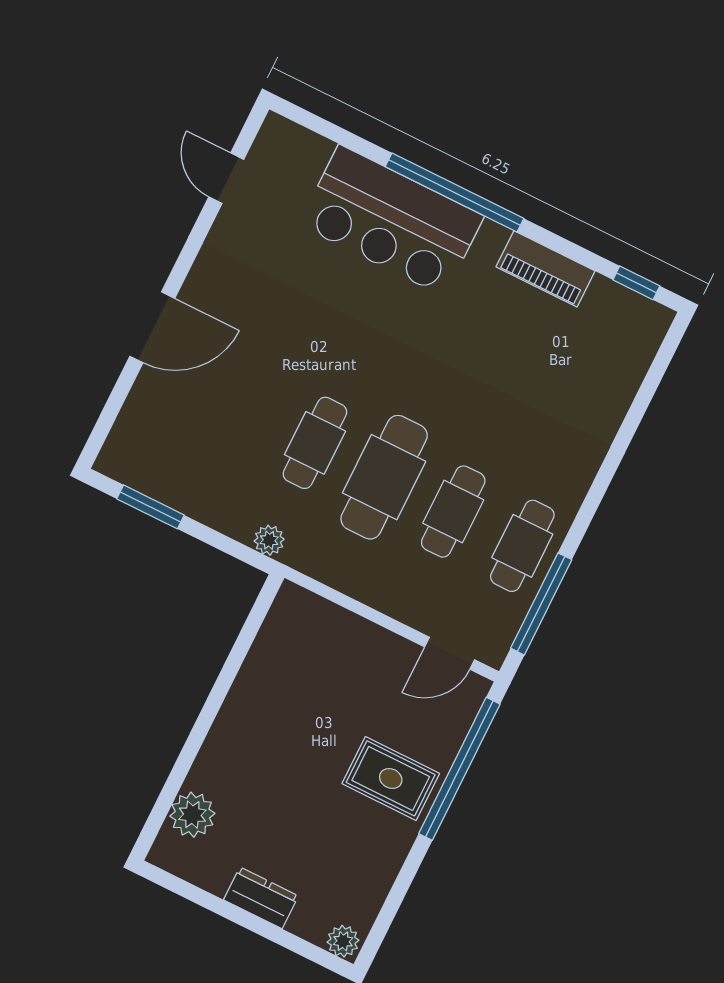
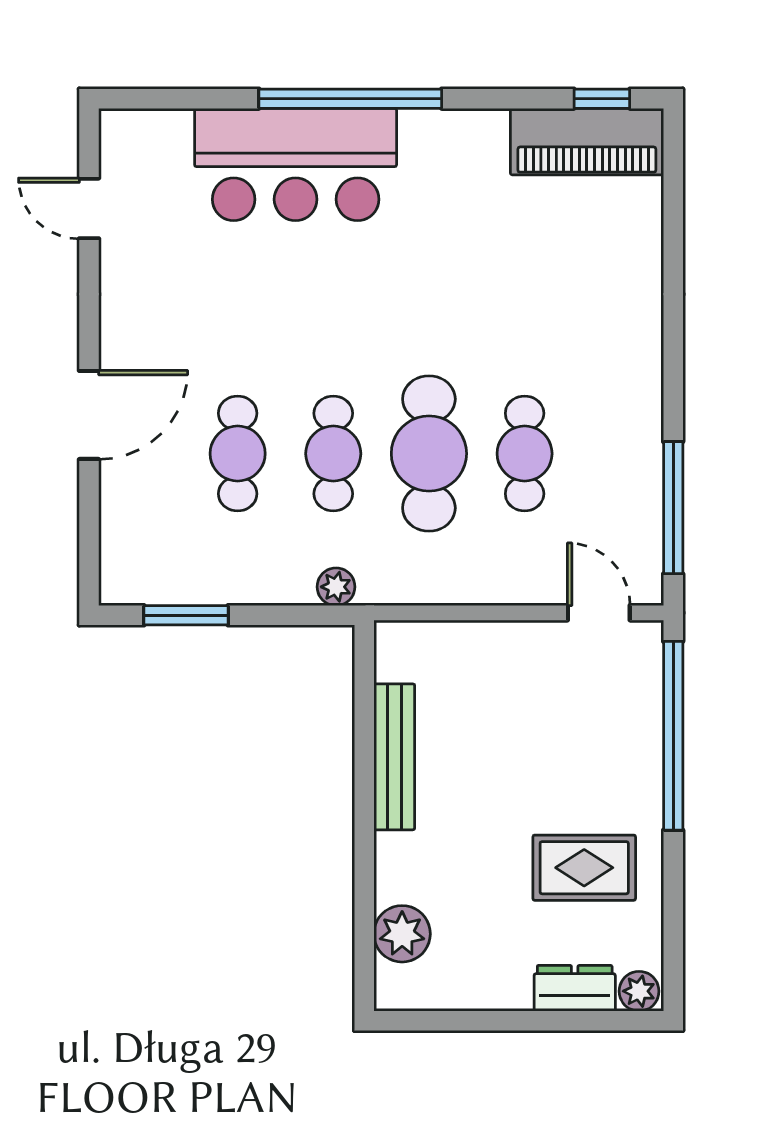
piano: (545, 269) -> (587, 142), moved, width x1.37, depth x1.33
cafe table: (522, 546) -> (238, 454), moved
door: (450, 653) -> (599, 613), swing flipped
bench: (250, 684) -> (394, 757), added
rug: (391, 778) -> (584, 868), moved
dresser: (261, 898) -> (575, 988), moved

